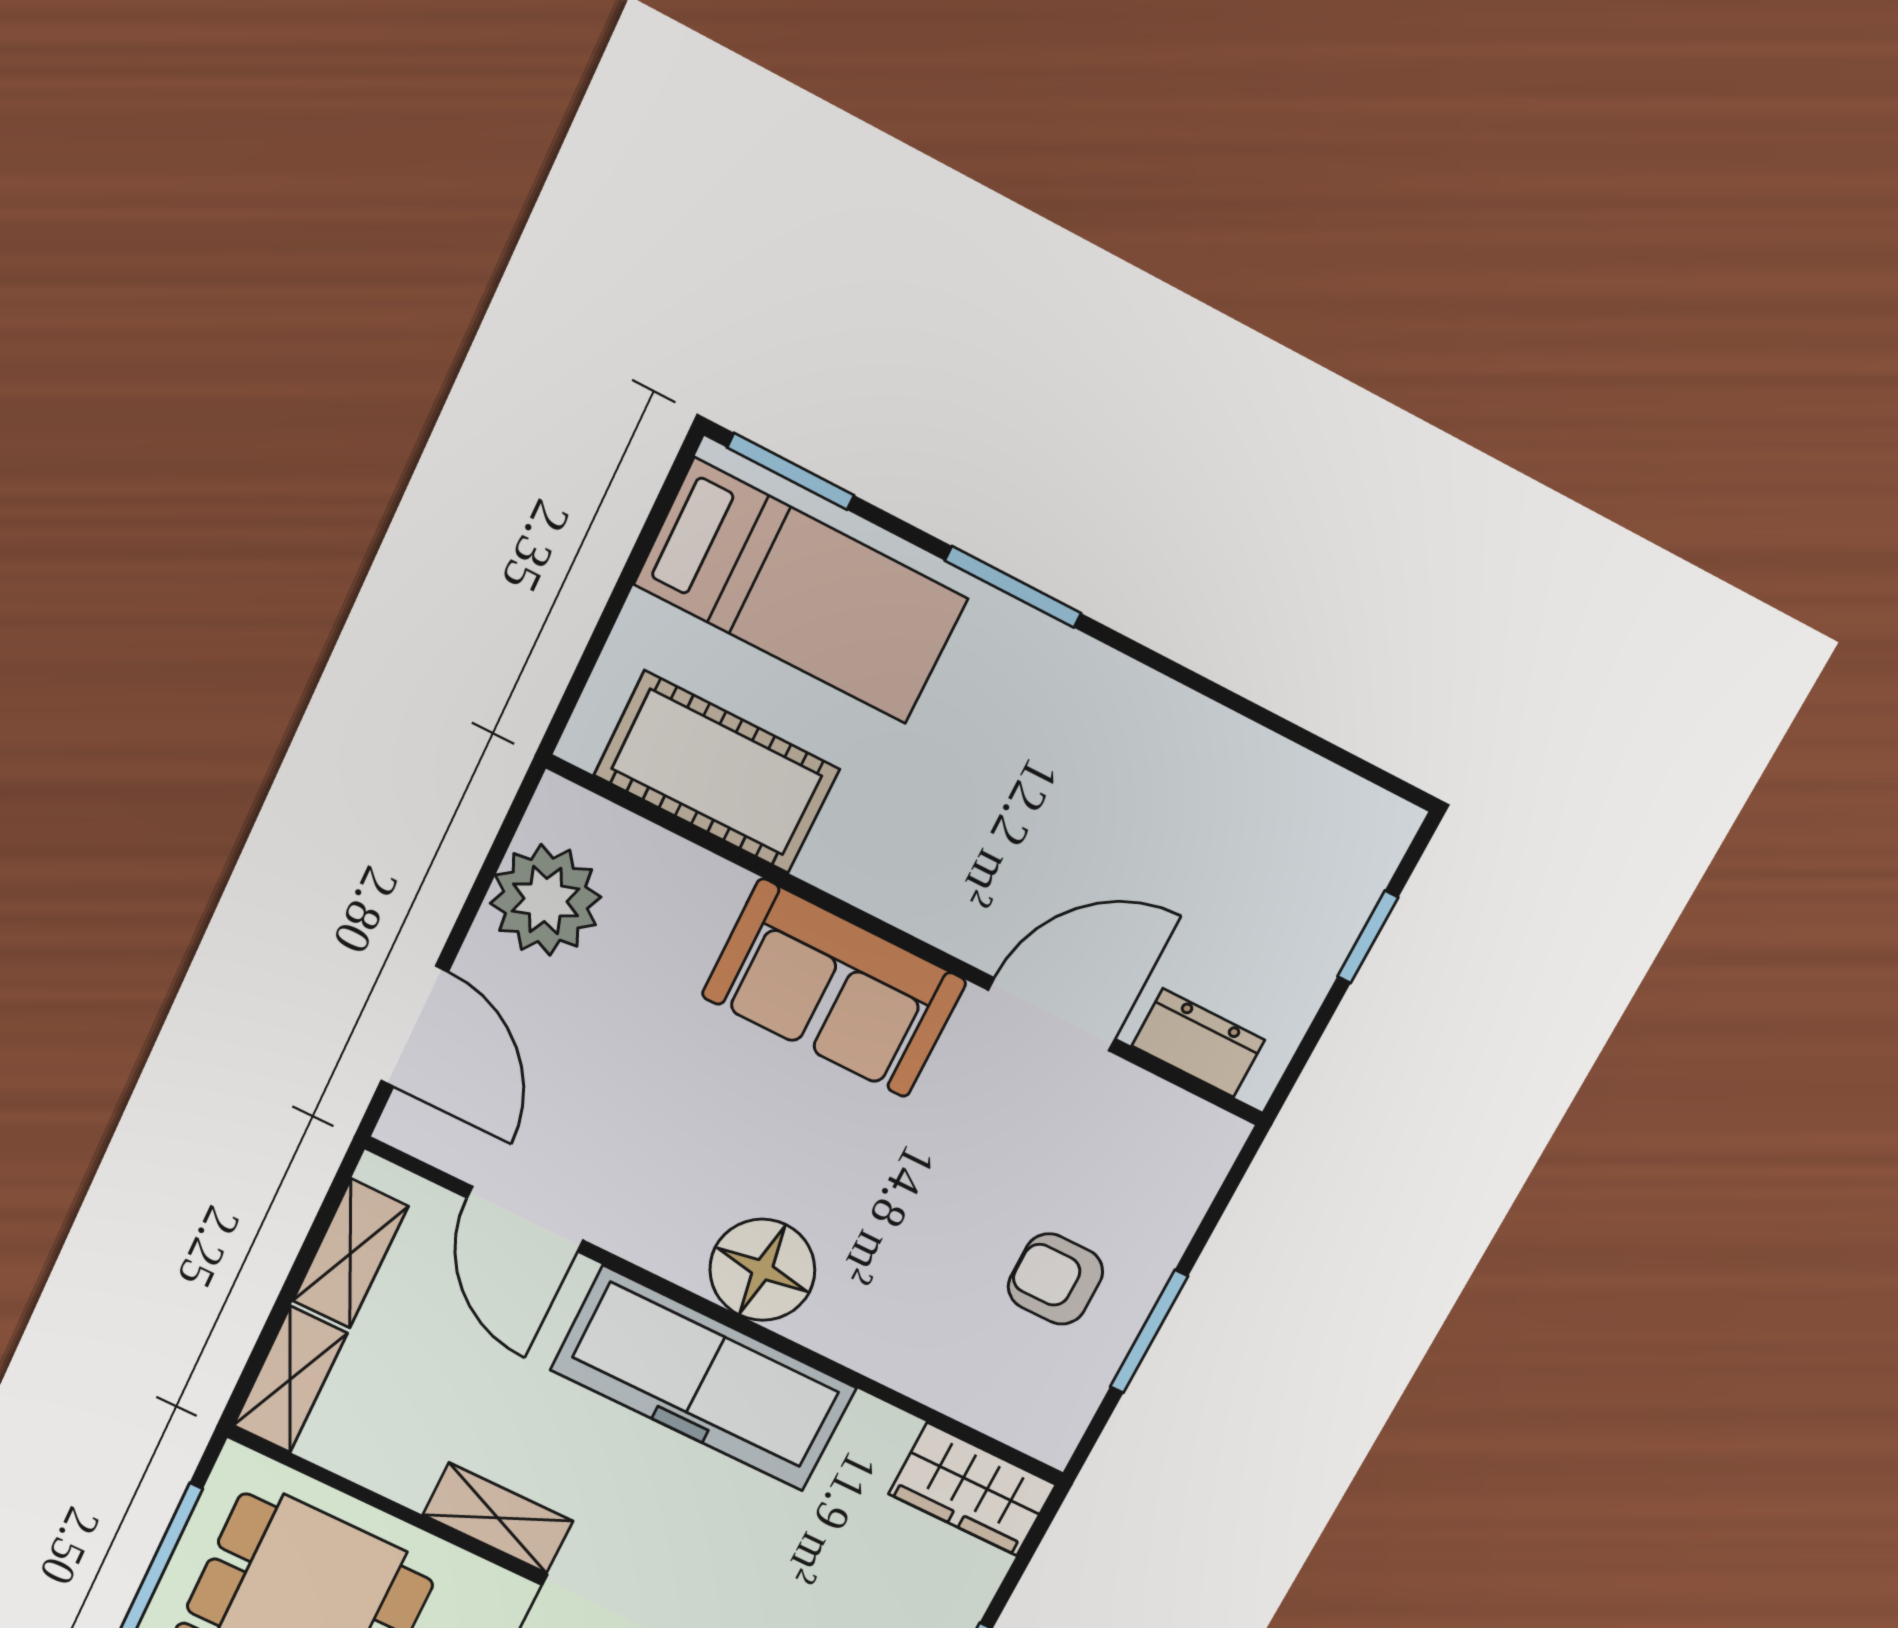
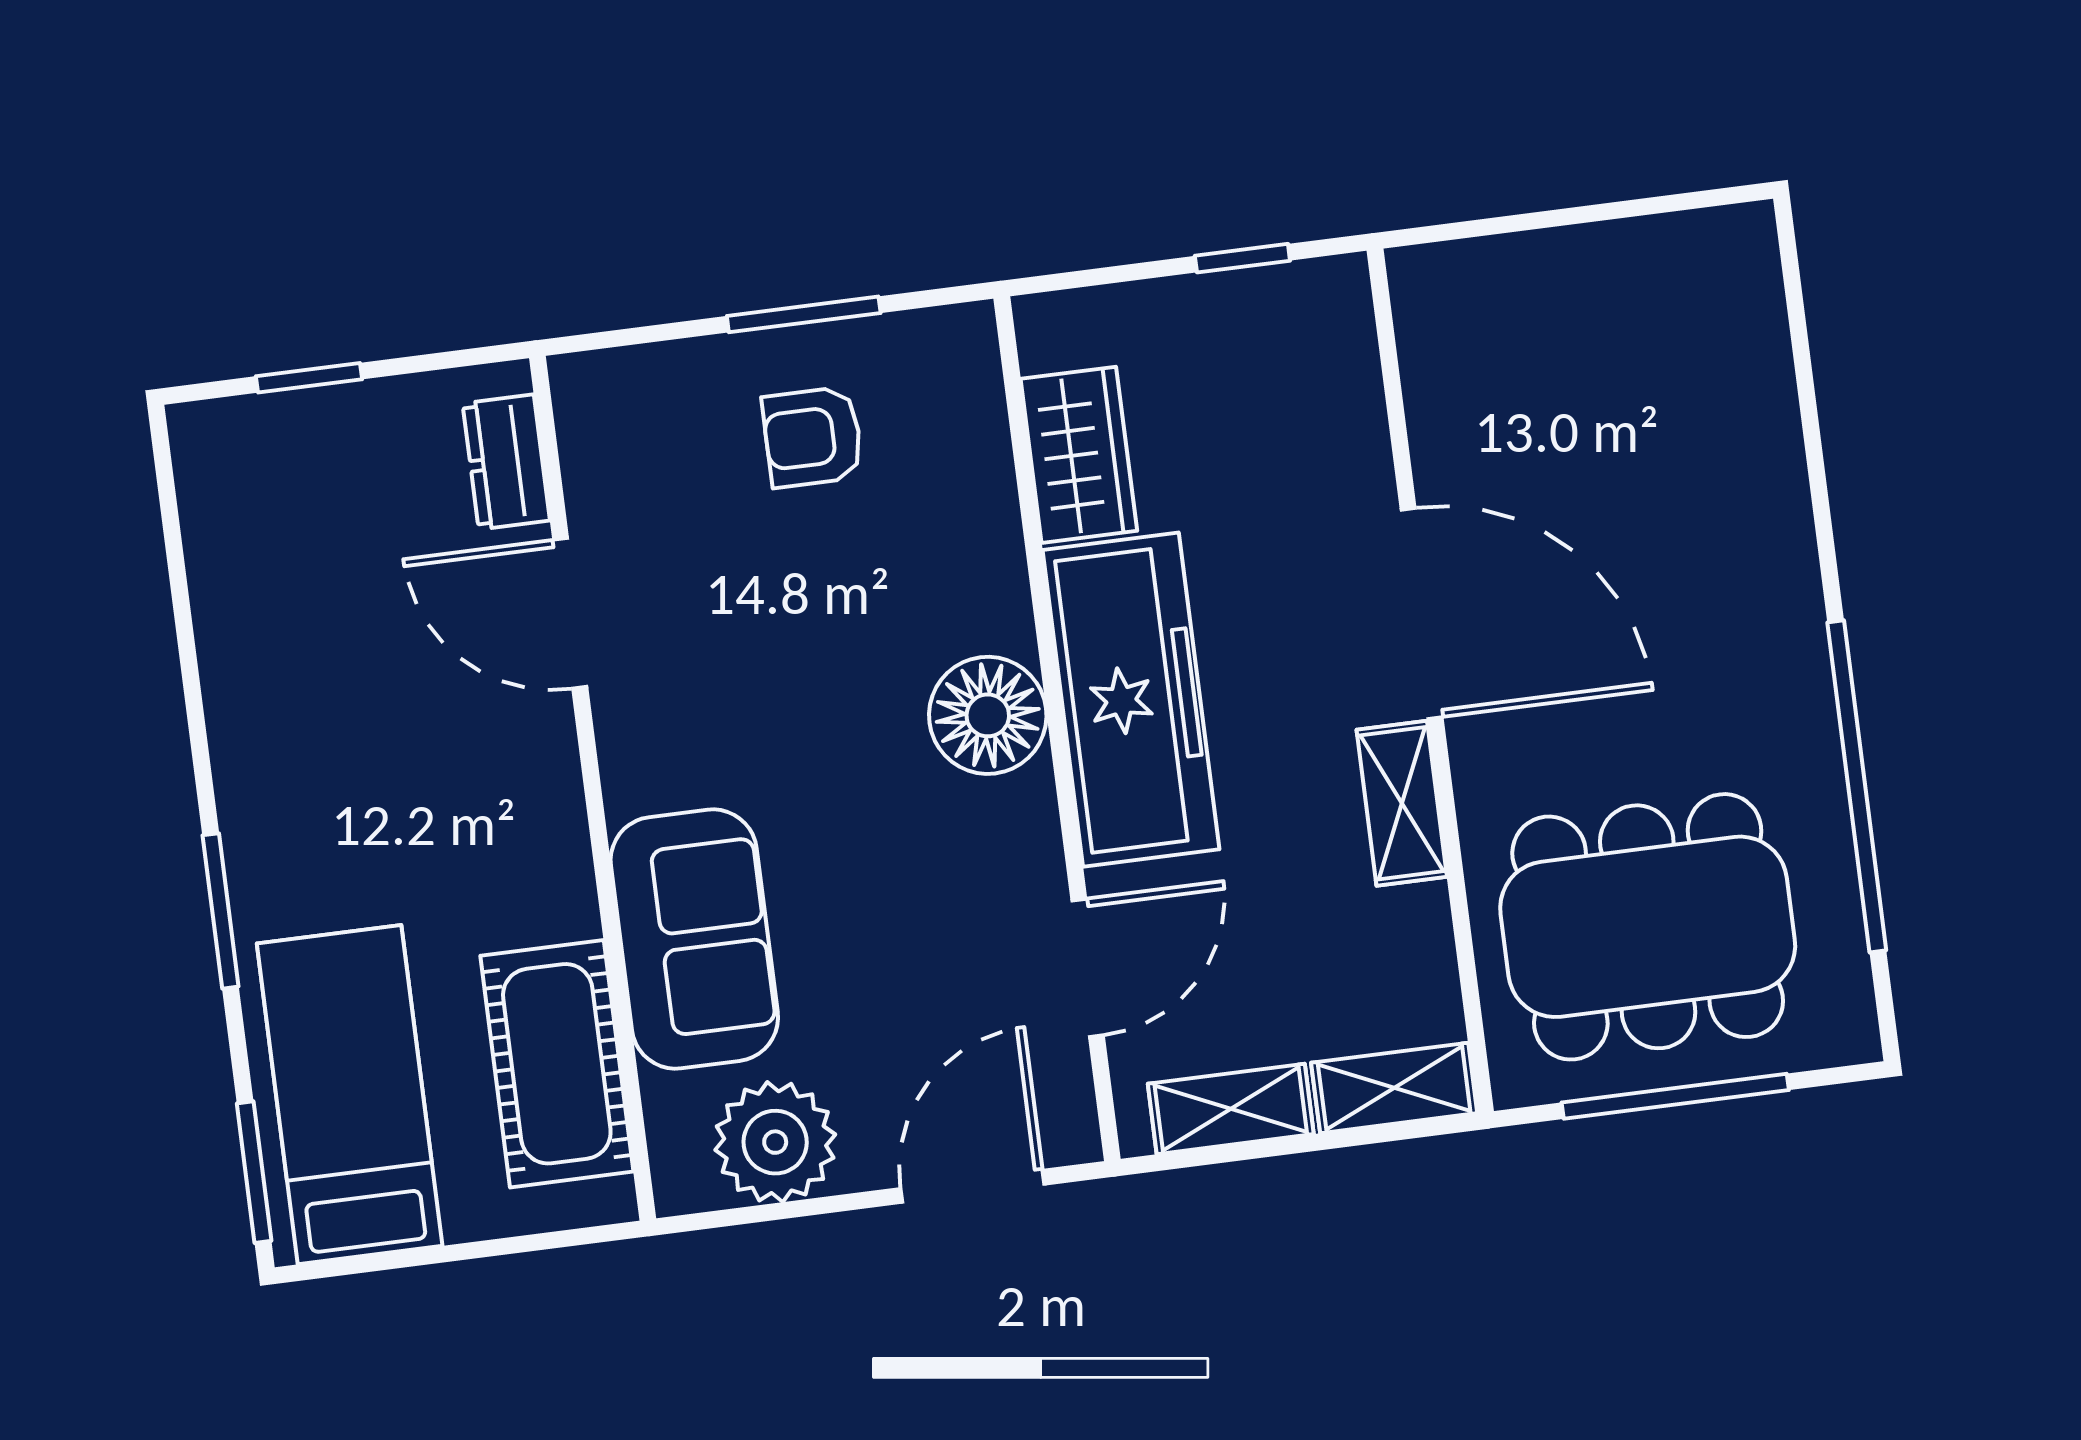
sofa: (834, 988) -> (694, 939), moved
armchair: (1055, 1279) -> (813, 437), turned 90
wardrobe: (972, 1489) -> (1079, 455), moved

